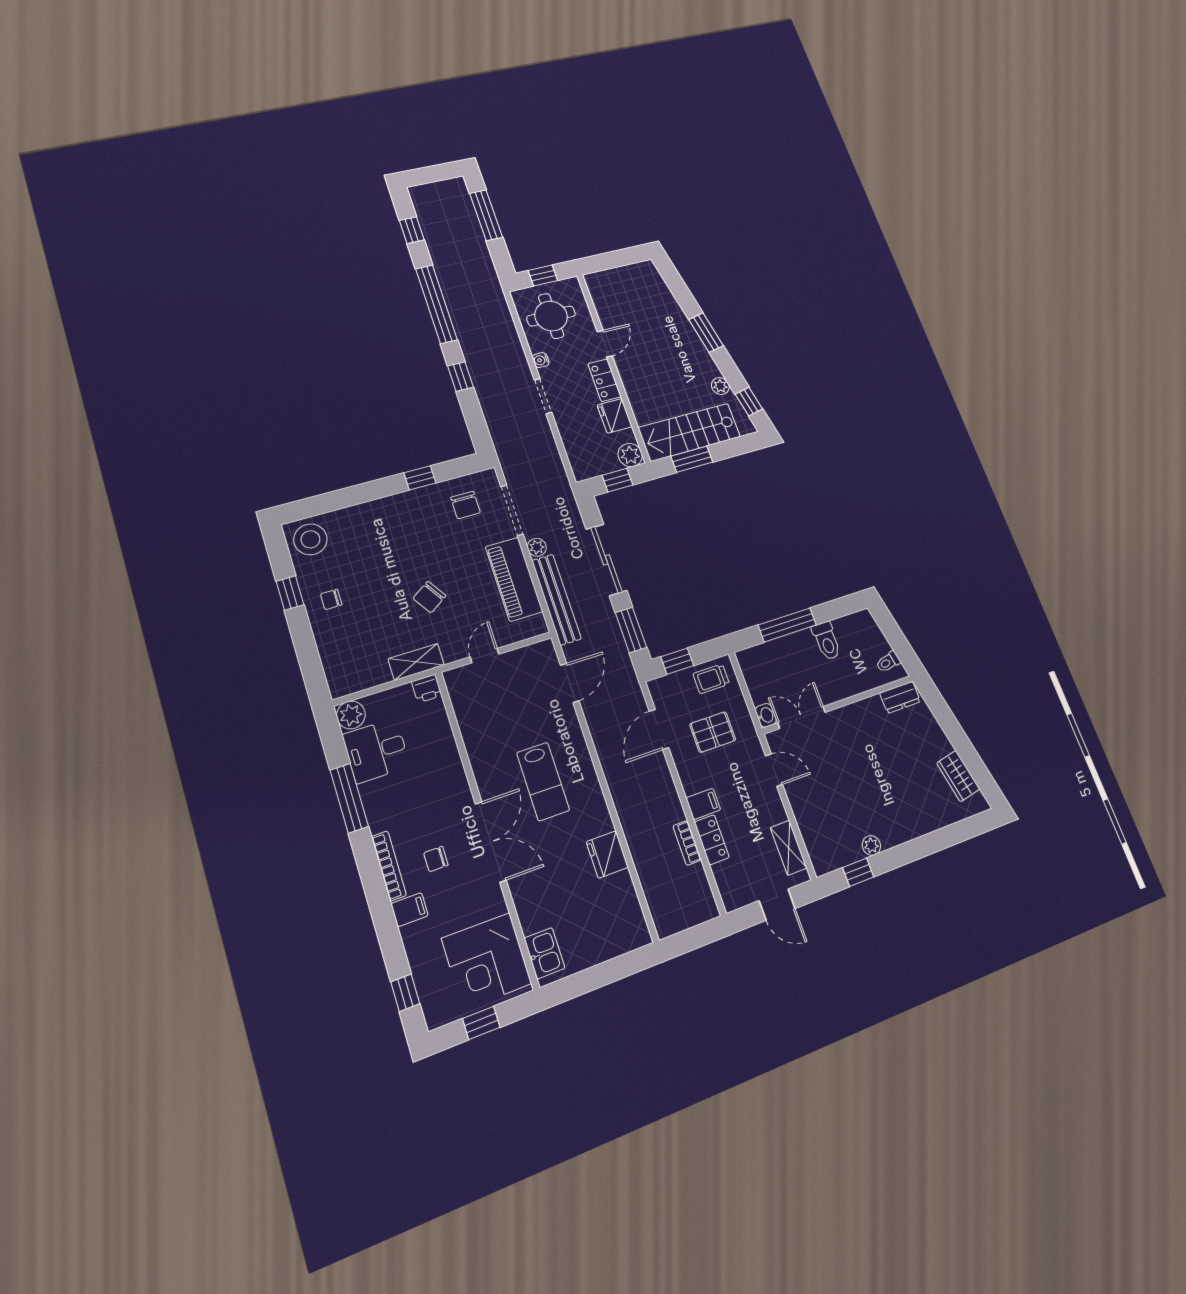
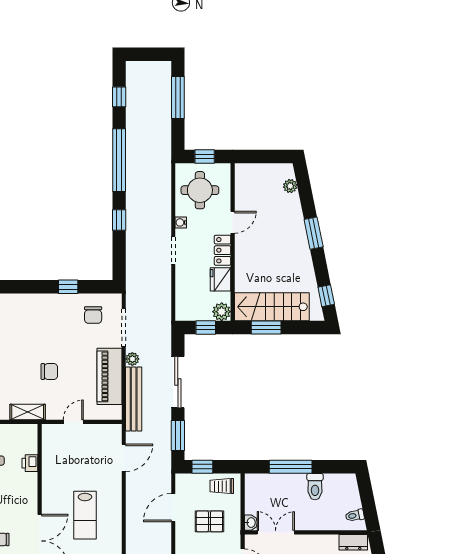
plant: (720, 386) -> (290, 186), moved
chair: (429, 597) -> (49, 371), turned -147
printer: (427, 689) -> (30, 463), moved, turned 90

